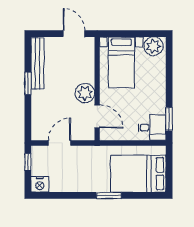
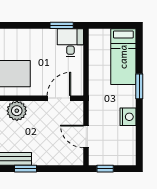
plant: (85, 93) -> (17, 111), moved
bed: (138, 174) -> (123, 57), width x0.67
nightstand: (40, 184) -> (128, 117), moved

